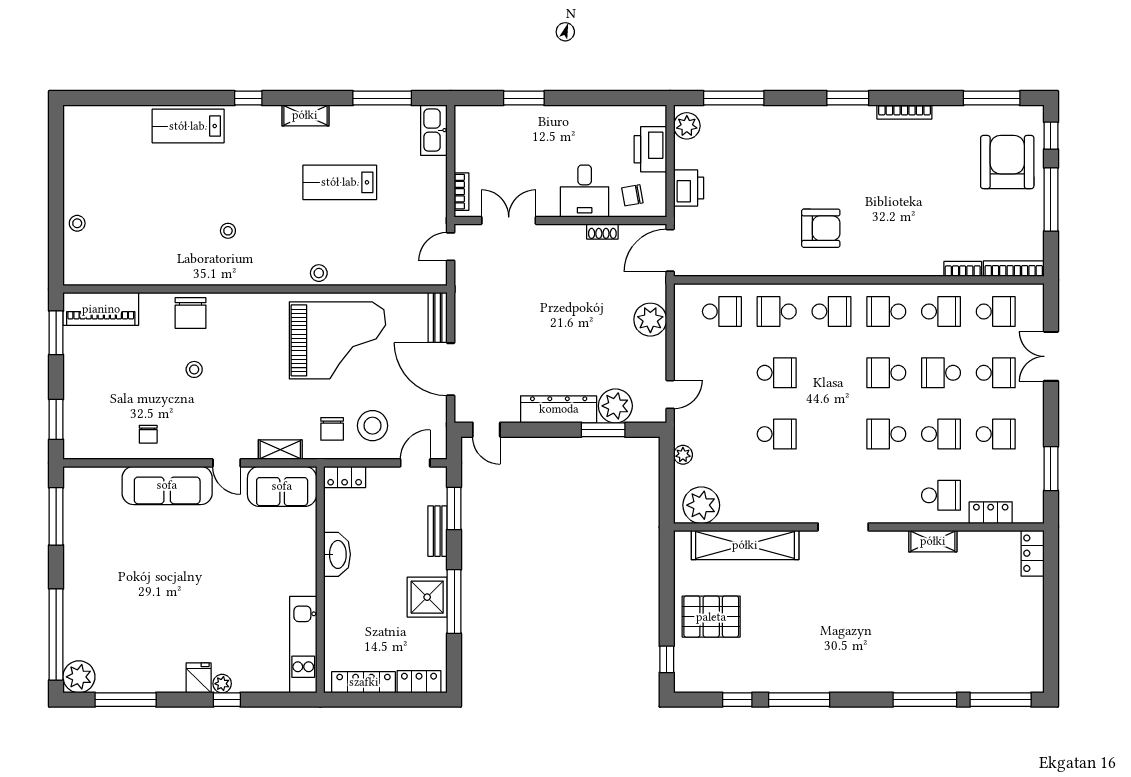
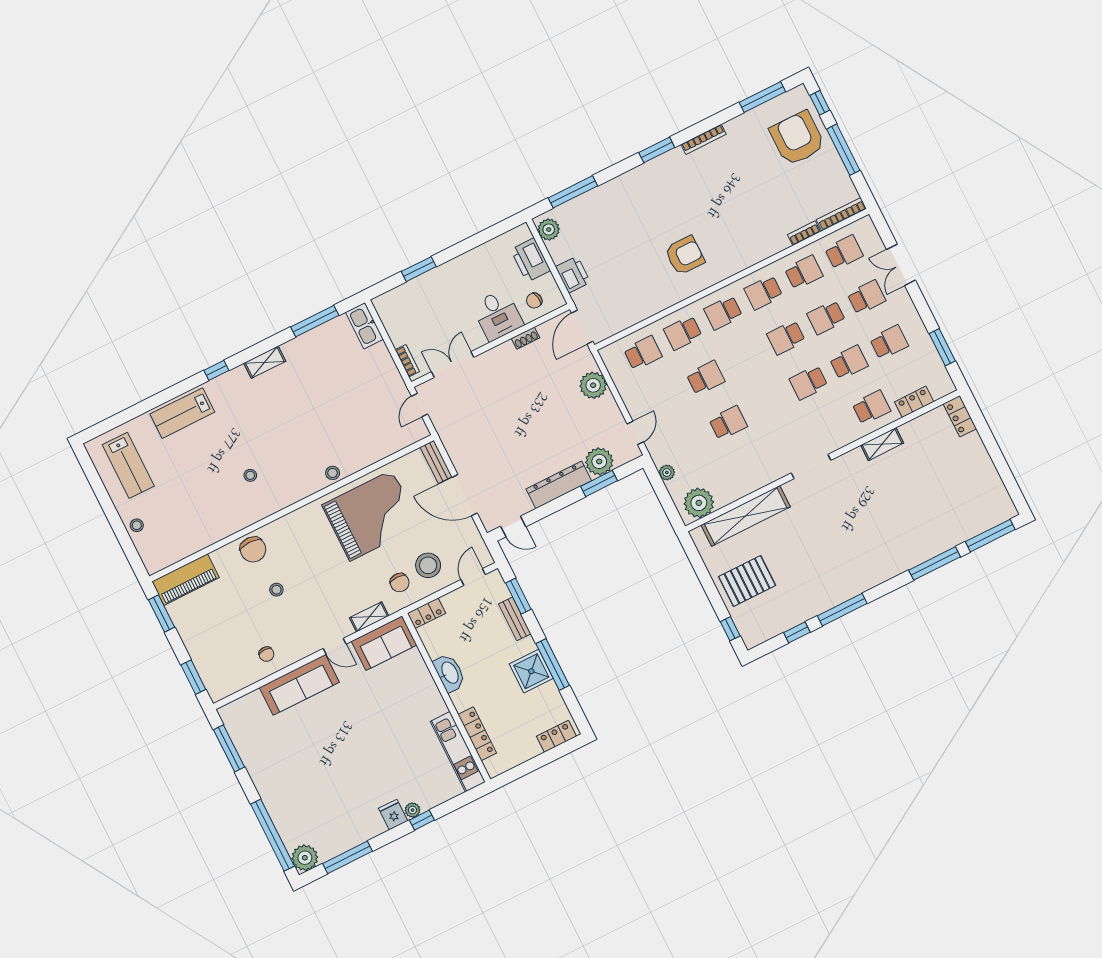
lab bench: (340, 182) -> (128, 465), moved, turned -90
school desk: (831, 312) -> (723, 313), turned 180
locker: (364, 682) -> (477, 734), moved, turned 90

